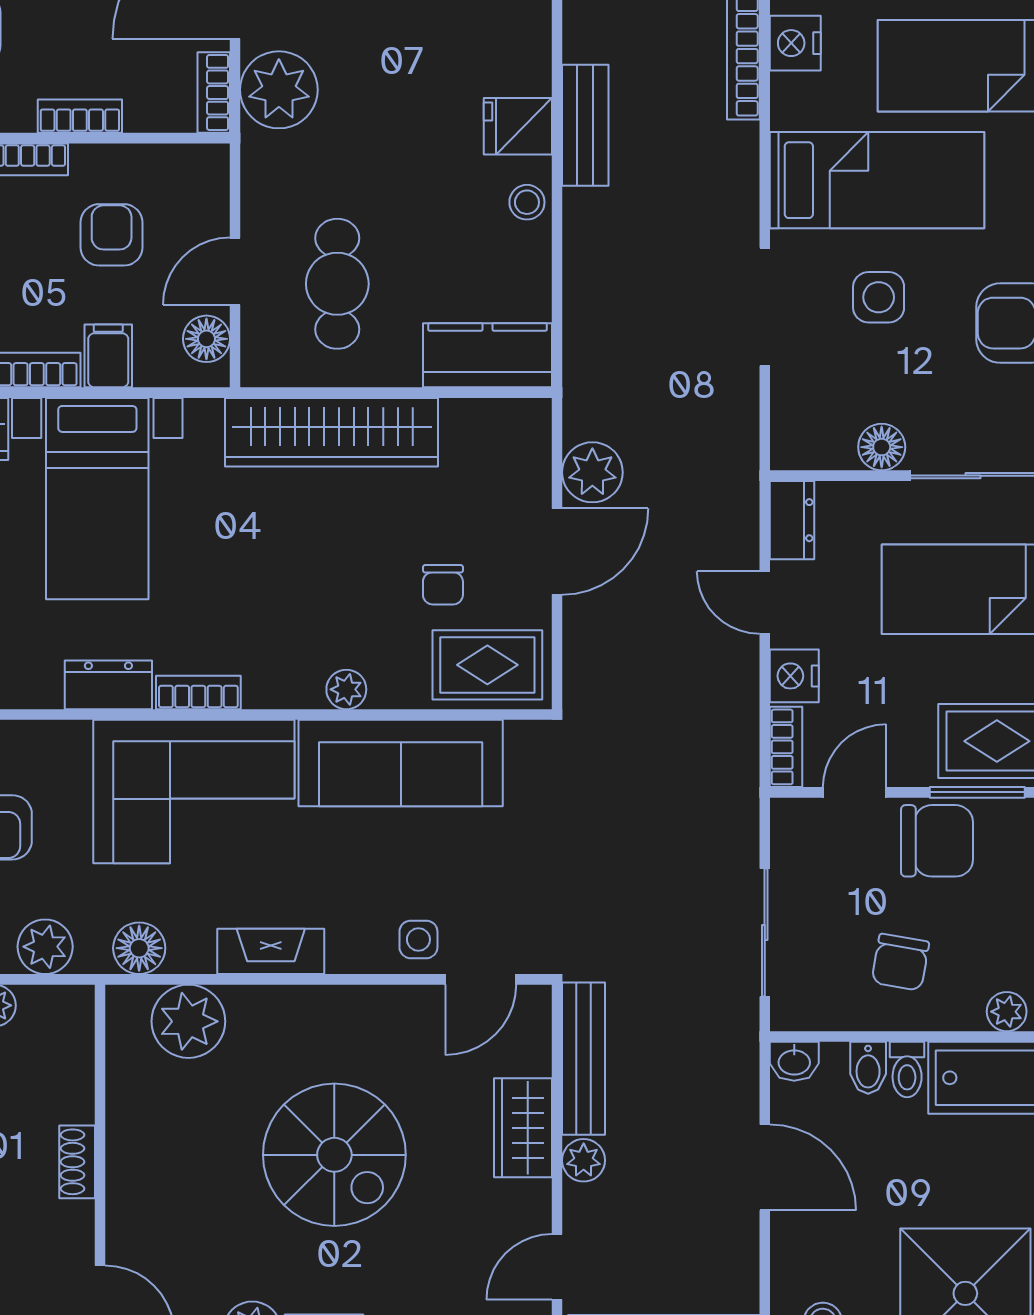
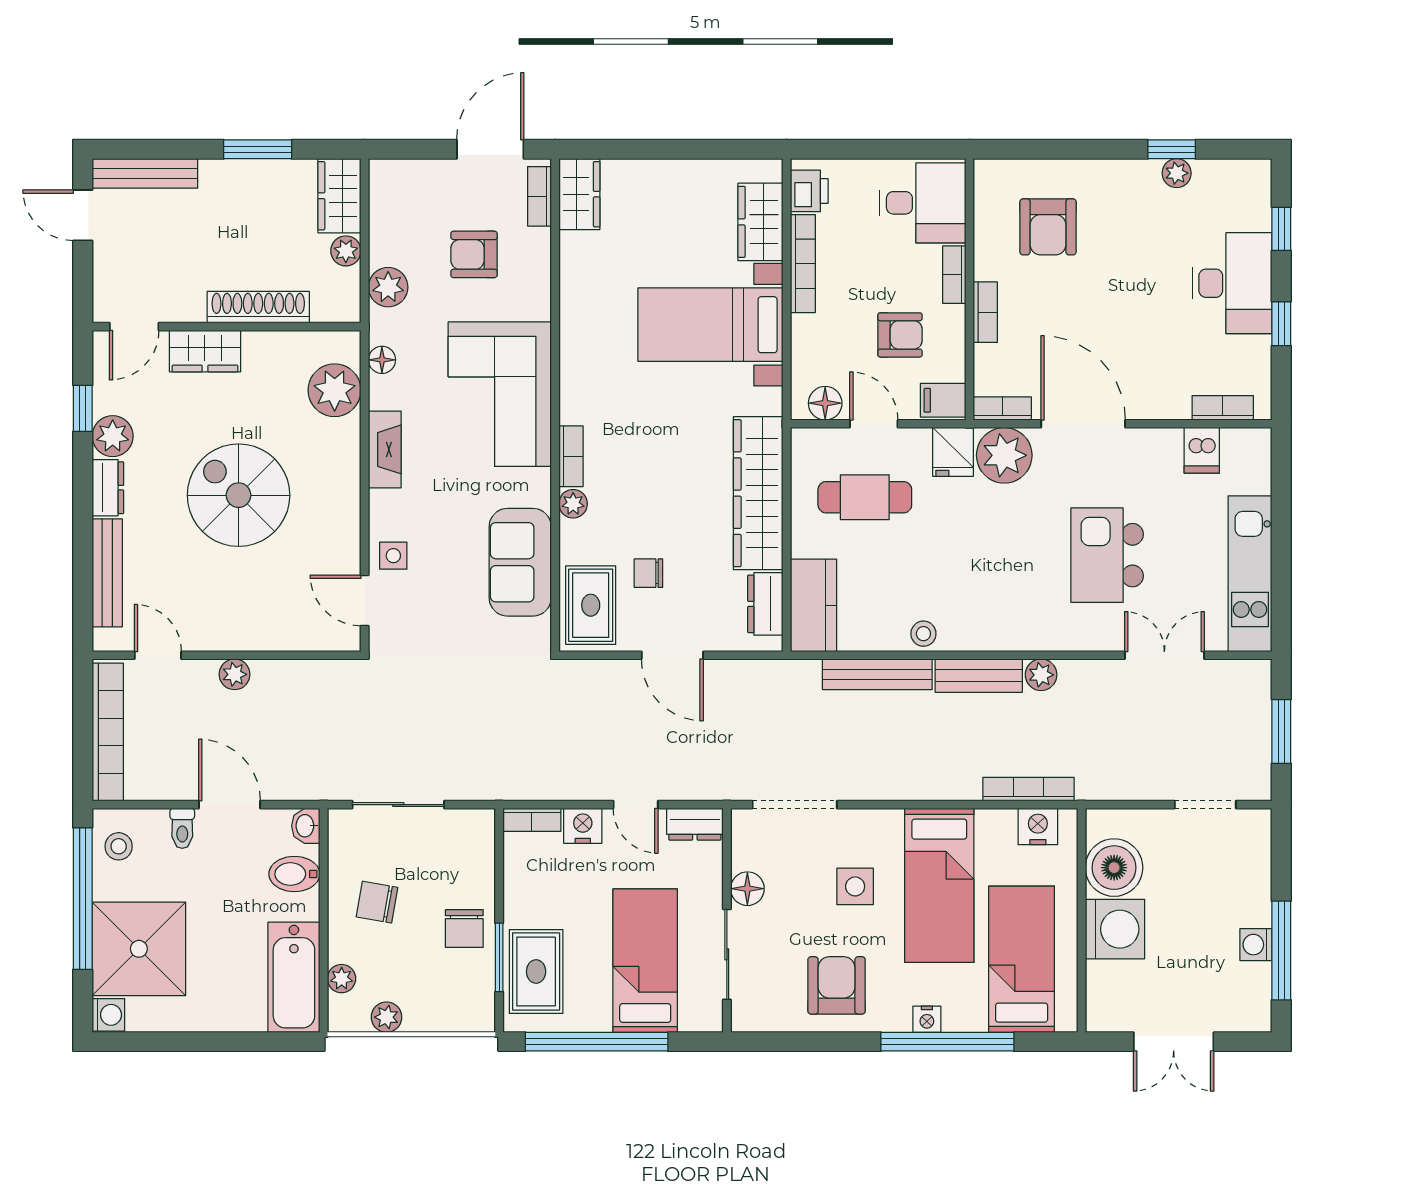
fridge: (518, 126) -> (953, 452), moved, turned 180
doorway: (765, 307) -> (795, 805), moved
filing cabinet: (108, 356) -> (943, 400), moved, turned 180
plant: (592, 472) -> (1041, 675), moved, width x0.73, depth x0.73
door: (765, 603) -> (636, 805), swing flipped
dresser: (108, 685) -> (765, 604), moved, turned 180
bookcase: (198, 692) -> (571, 456), moved
sofa: (401, 763) -> (520, 562), width x0.73
door: (854, 792) -> (499, 869), removed
chair: (937, 841) -> (464, 929), width x0.73, depth x0.73
floor lamp: (139, 948) -> (382, 360), width x0.73, depth x0.73
bench: (584, 1059) -> (877, 674), moved
bidet: (868, 1068) -> (294, 874), width x1.38, depth x1.36
toilet: (907, 1070) -> (182, 828), moved, turned -90
wardrobe: (523, 1128) -> (205, 351), moved, turned 180
spiral stairs: (334, 1155) -> (239, 495), turned 90
shoe rack: (77, 1162) -> (258, 307), width x1.94, depth x1.24
door: (765, 1167) -> (229, 805), swing flipped

